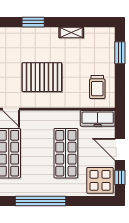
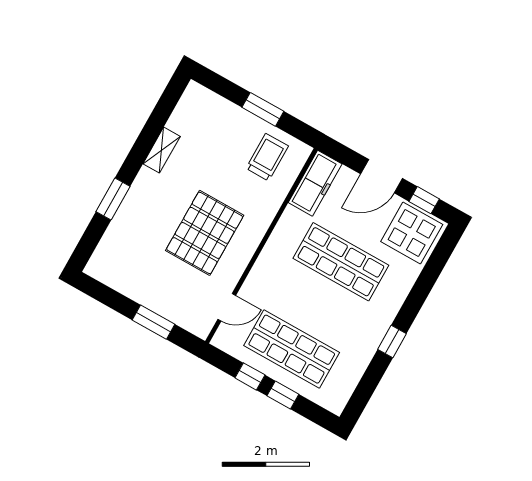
window: (120, 53) -> (263, 109), moved
trolley: (97, 87) -> (267, 157), turned -90
window: (40, 201) -> (392, 342), width x0.32

